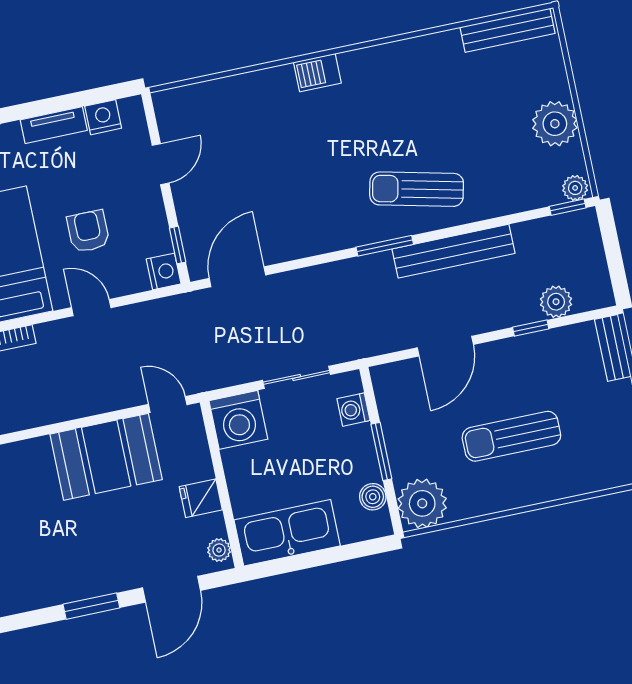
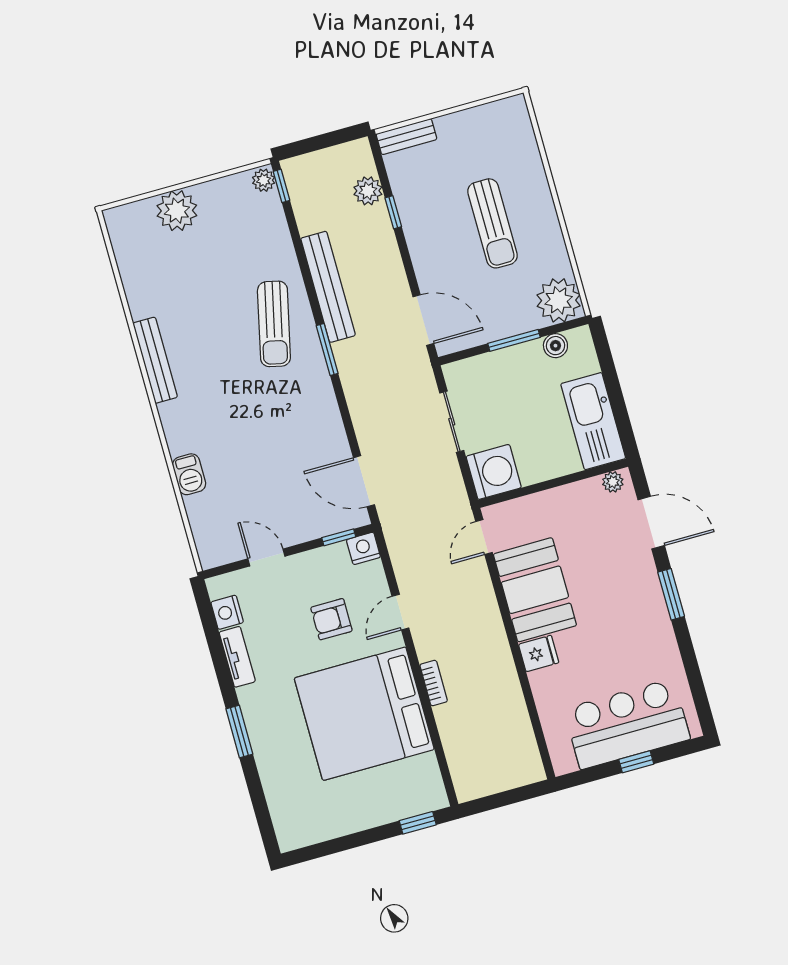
bench: (508, 30) -> (155, 360), moved
barbecue: (317, 73) -> (189, 474), moved
plant: (555, 124) -> (177, 211), moved
door: (445, 346) -> (423, 320), moved
washing machine: (354, 410) -> (478, 368), removed
fridge: (201, 498) -> (539, 654), moved, turned -90

